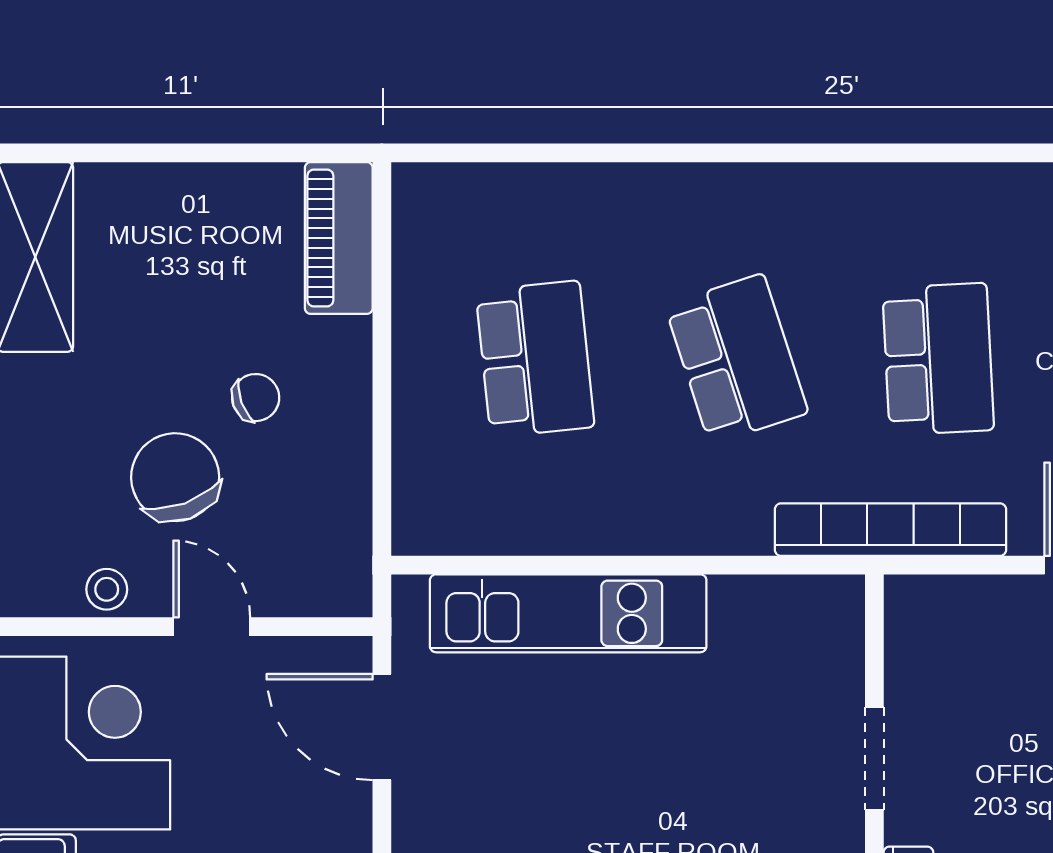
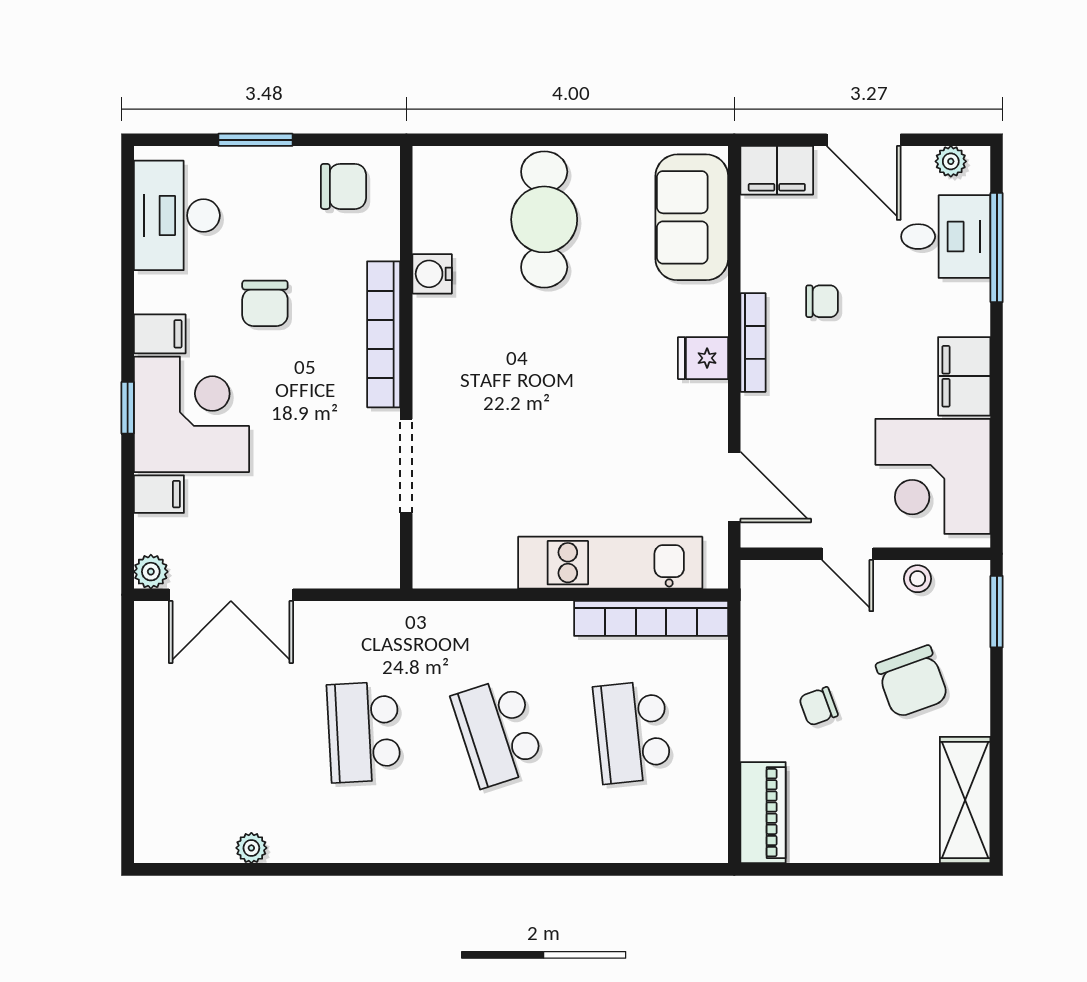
chair: (175, 477) -> (912, 682), moved
bookcase: (890, 530) -> (651, 618), moved
doorway: (874, 758) -> (406, 466), width x1.38

